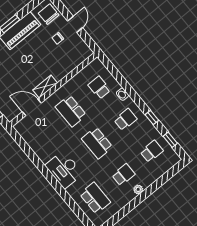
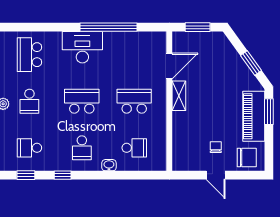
school desk: (152, 151) -> (29, 148), turned 90
window: (39, 164) -> (109, 27), added
school desk: (95, 198) -> (29, 55), turned 90

